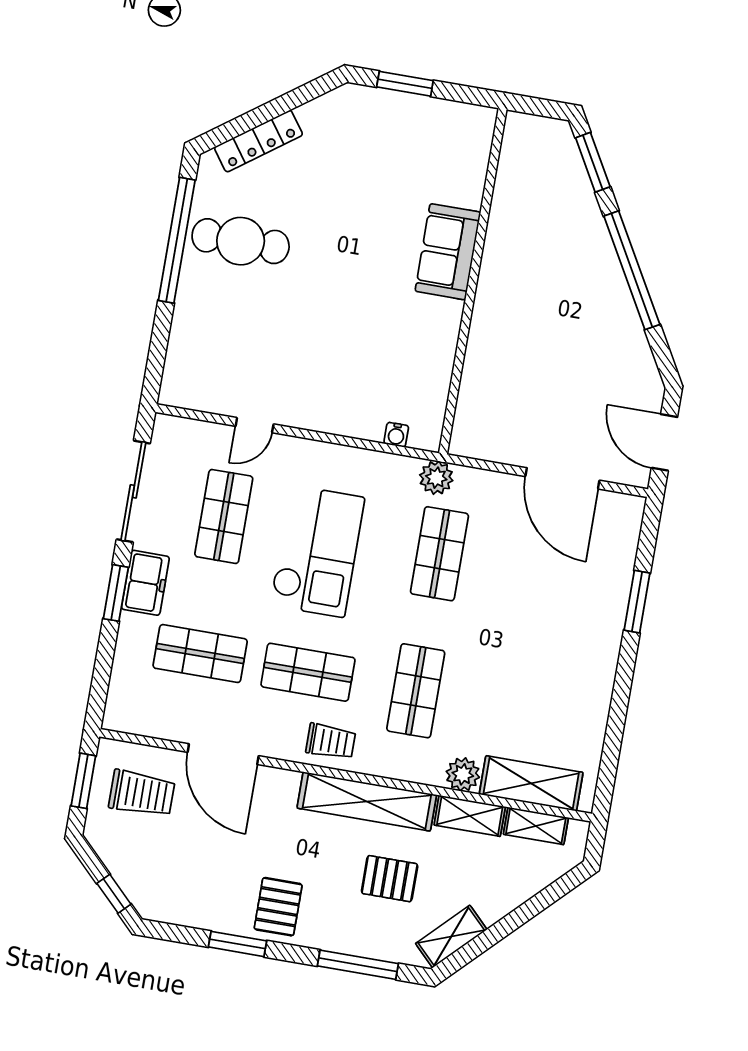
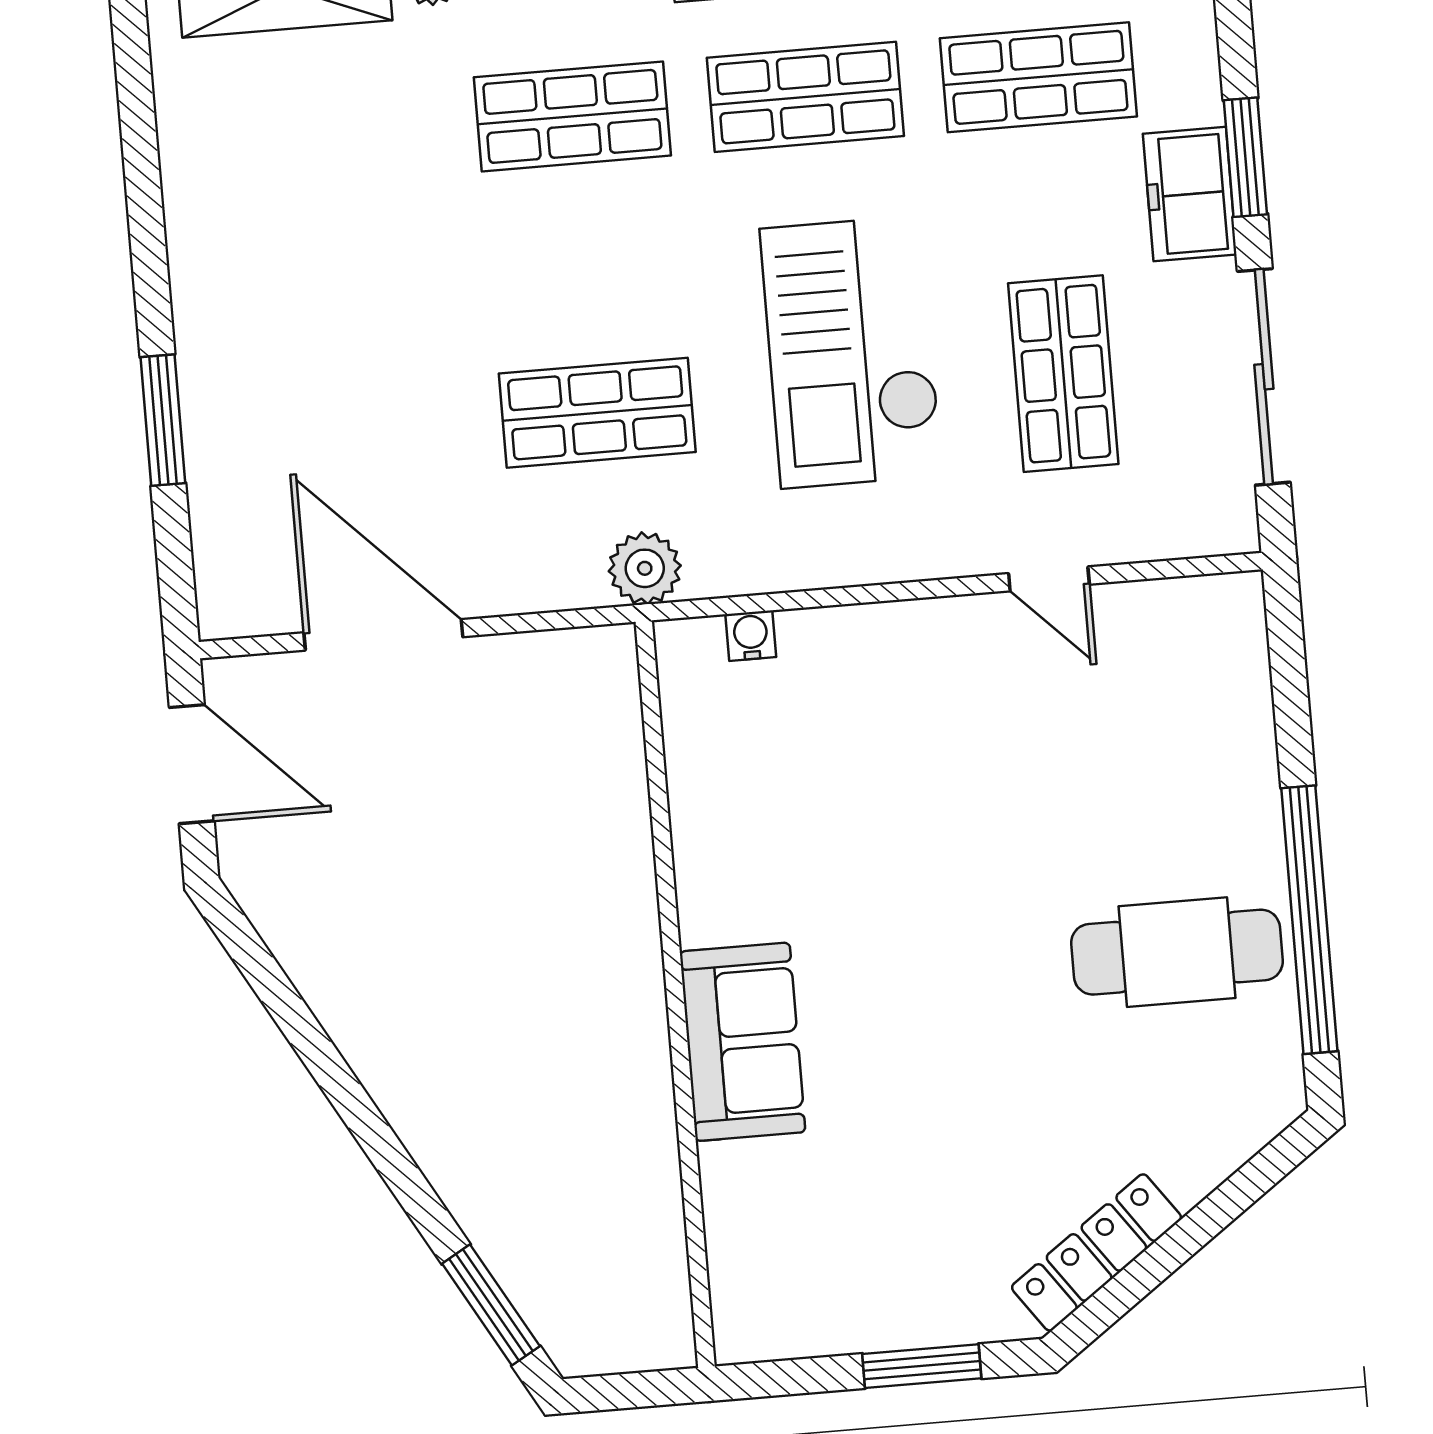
locker: (258, 141) -> (1096, 1252), moved
window: (632, 270) -> (352, 1103), removed
door: (255, 425) -> (1049, 579), swing flipped
shop shelf: (439, 554) -> (597, 413), turned 90
shop shelf: (416, 691) -> (572, 116), turned 90

